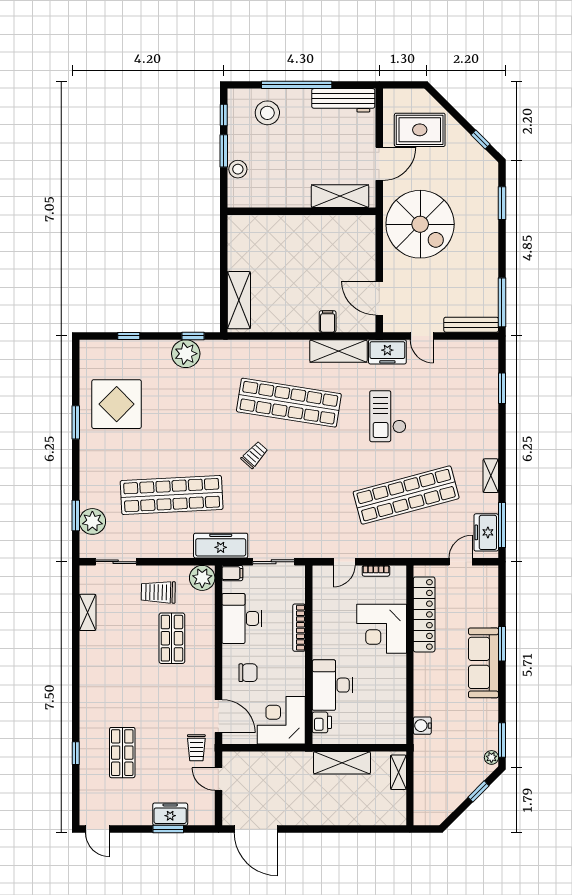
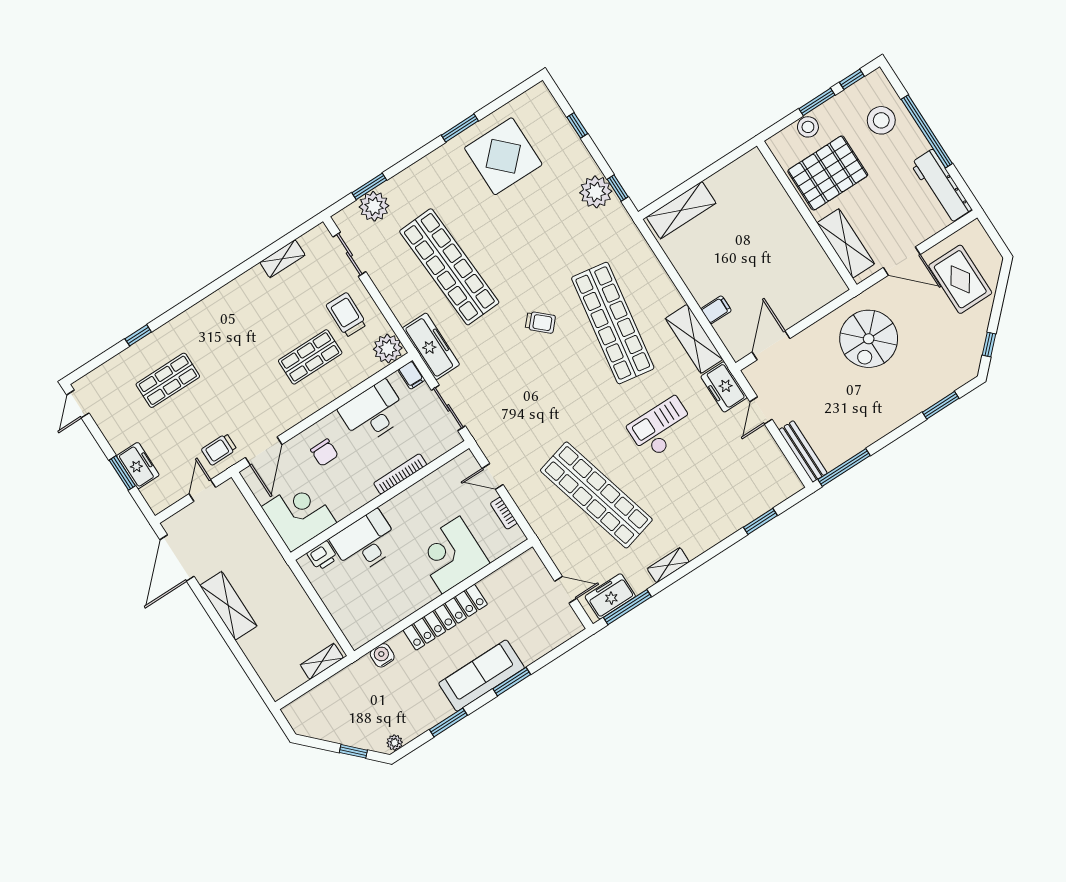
pallet: (281, 176) -> (828, 173), added
spiral stairs: (420, 224) -> (869, 339), width x0.73, depth x0.73
locker: (424, 614) -> (445, 617), moved
window: (502, 740) -> (448, 722), moved
shelving: (342, 763) -> (228, 606), moved

